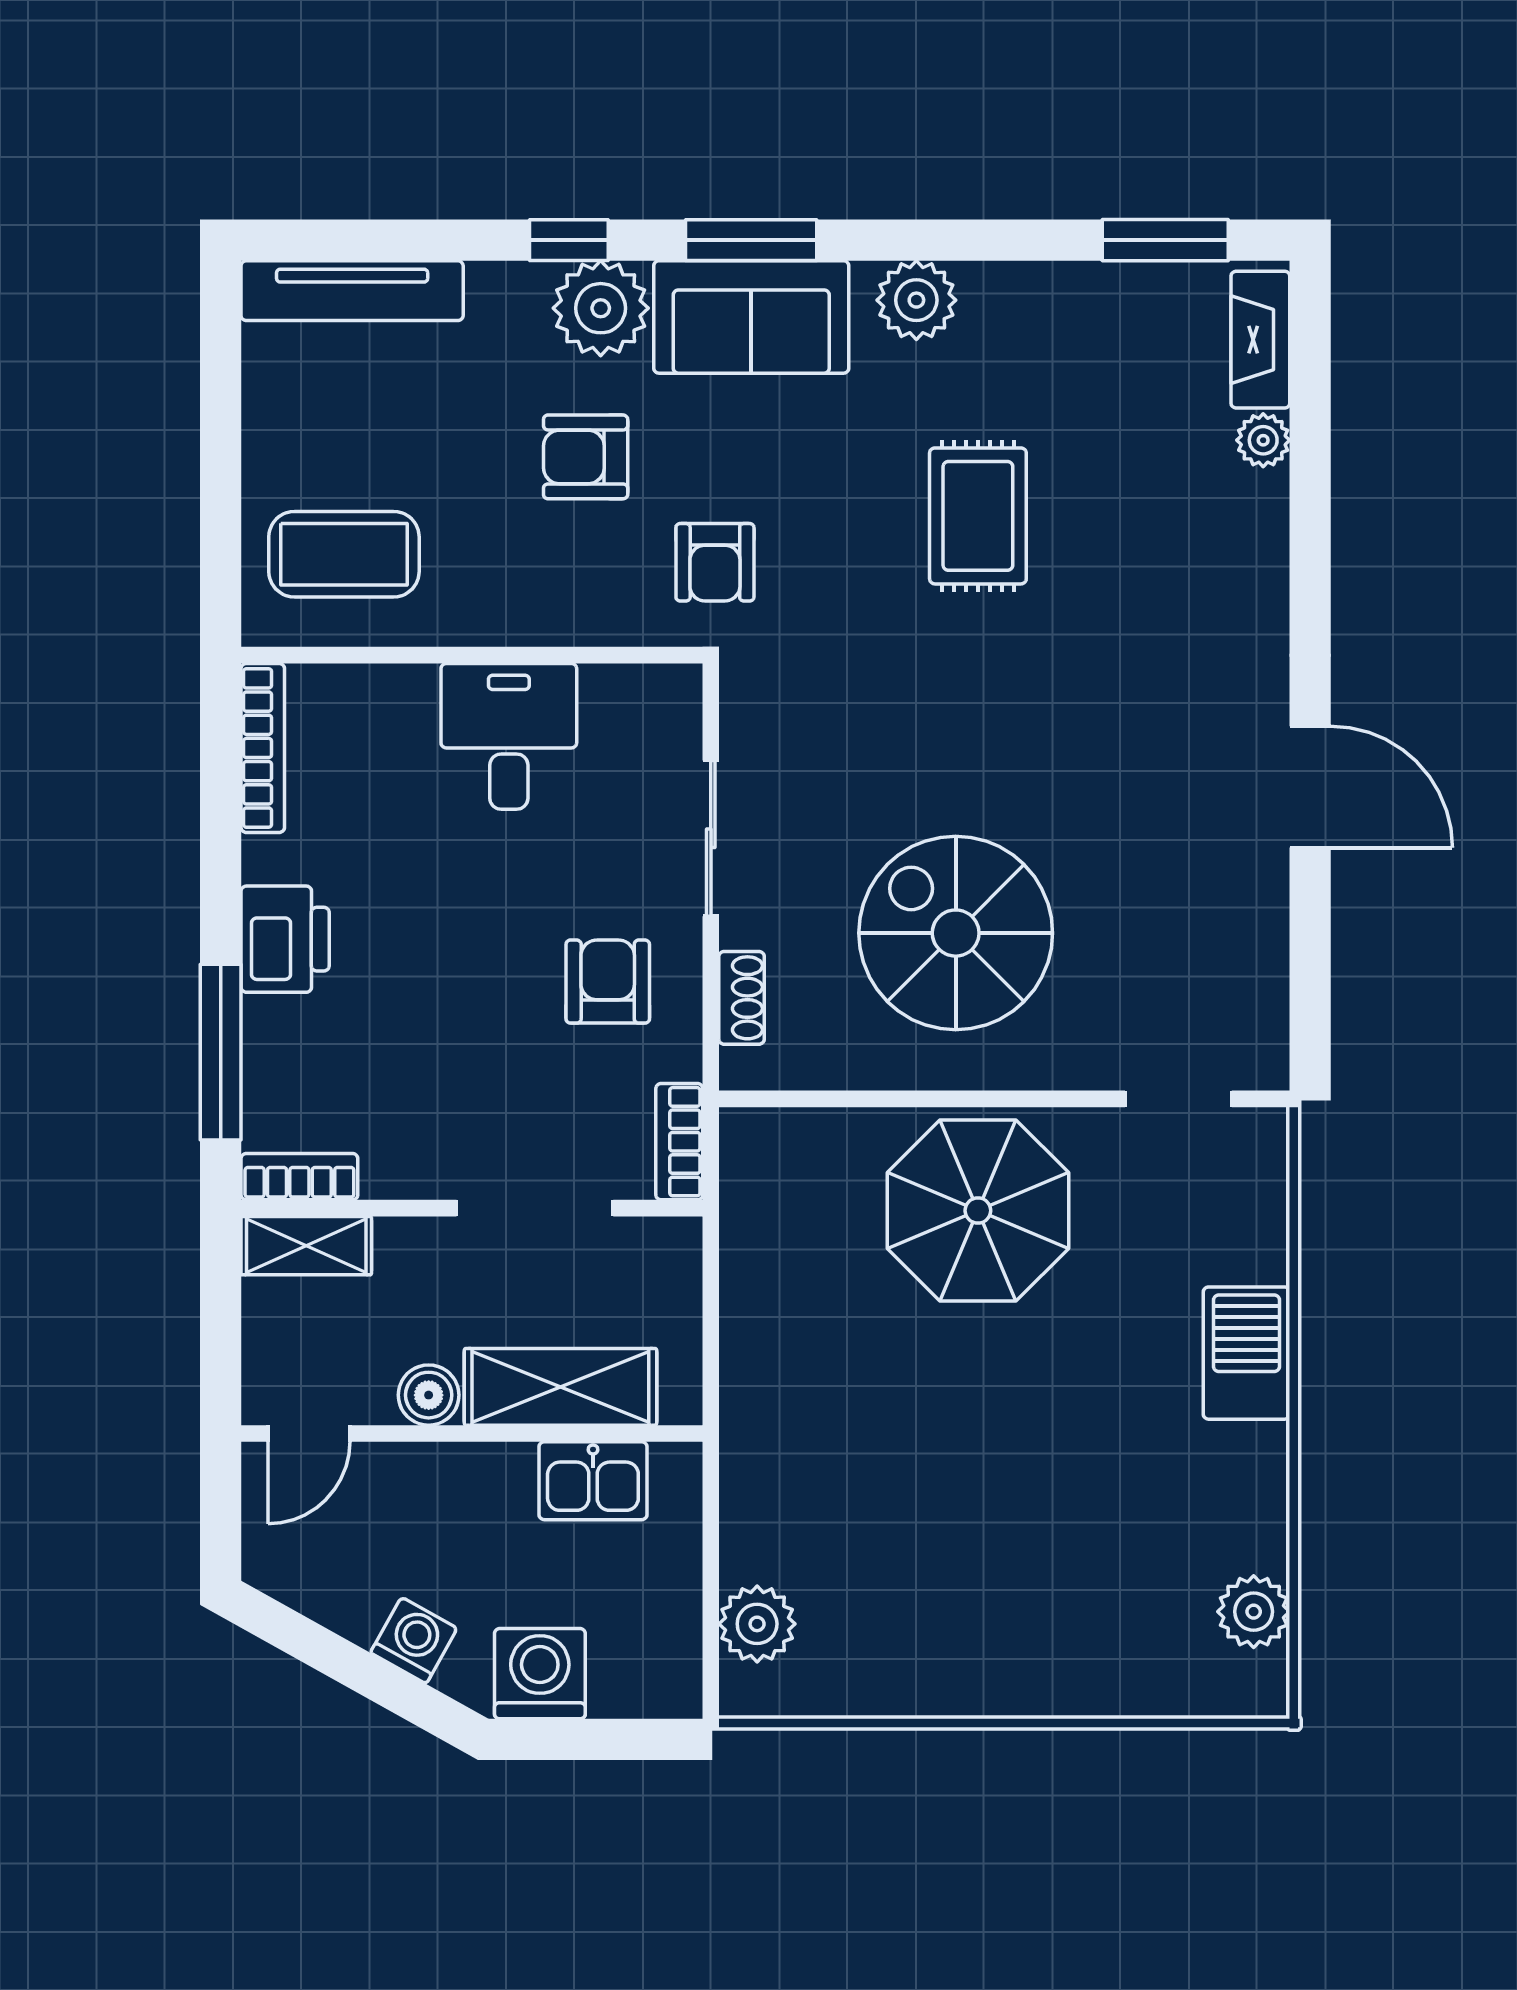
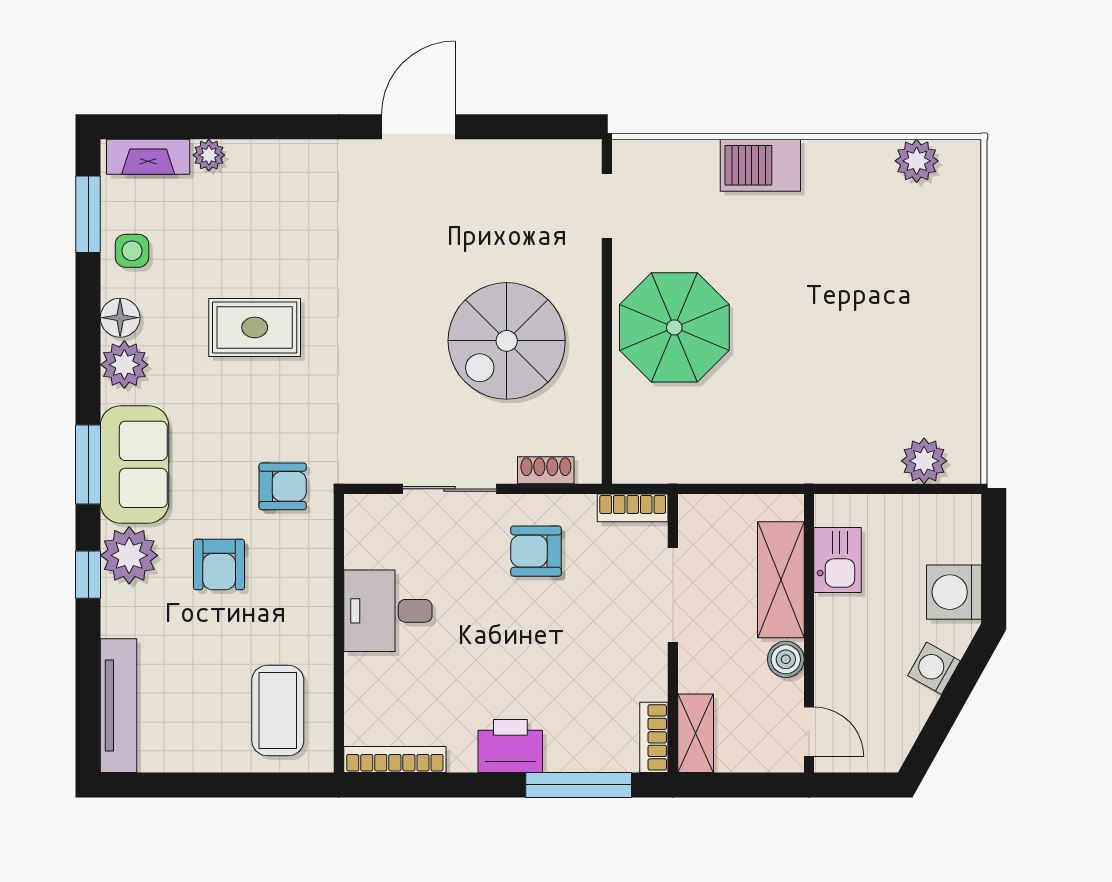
floor lamp: (994, 293) -> (120, 318), added
side table: (1105, 313) -> (132, 251), added

